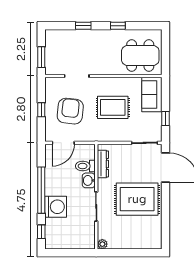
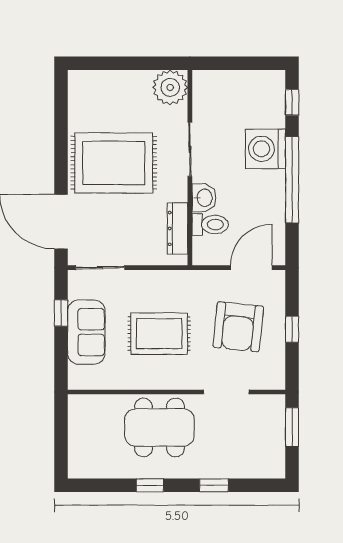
dining table: (140, 55) -> (159, 427), moved
sofa: (152, 94) -> (86, 332), moved
plant: (102, 244) -> (170, 87), width x1.88, depth x1.88

